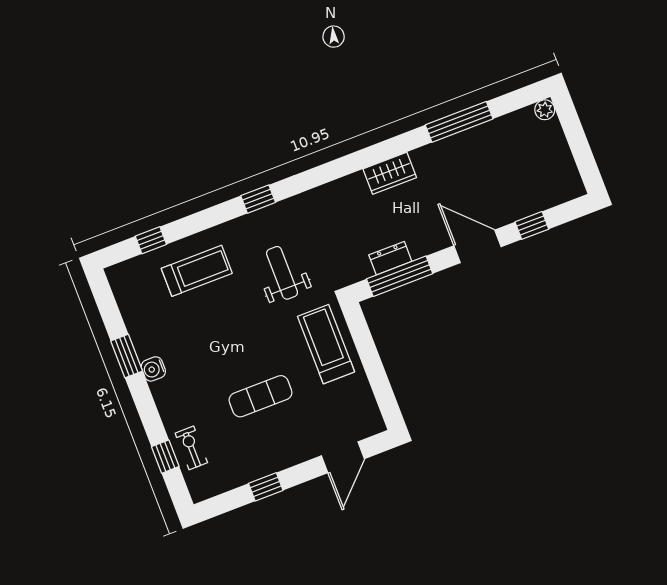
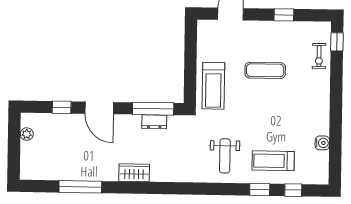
plant: (545, 110) -> (27, 134), moved
window: (258, 199) -> (260, 190), moved
weight bench: (282, 273) -> (225, 156), moved
window: (127, 356) -> (336, 127), removed
water cooler: (153, 369) -> (322, 143), moved
window: (165, 457) -> (337, 42), moved

